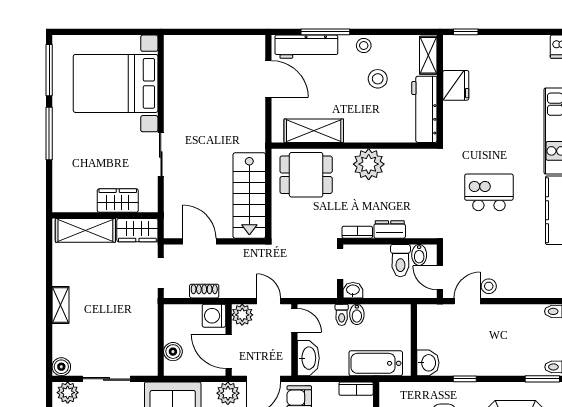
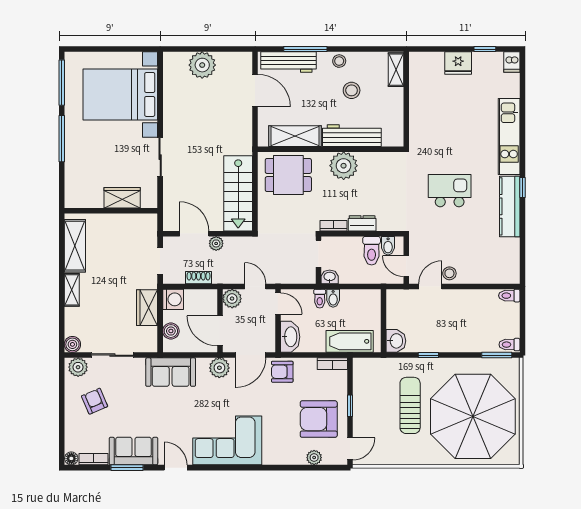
window: (466, 32) -> (485, 49), moved
plant: (208, 50) -> (202, 65), added
fridge: (456, 85) -> (458, 63), moved, turned 90
workbench: (424, 109) -> (352, 136), moved, turned 90
shelving: (85, 230) -> (75, 246), moved, turned 90
wardrobe: (137, 230) -> (147, 308), moved, turned 90
plant: (224, 252) -> (216, 243), added
washing machine: (214, 316) -> (173, 299), moved, turned 180

